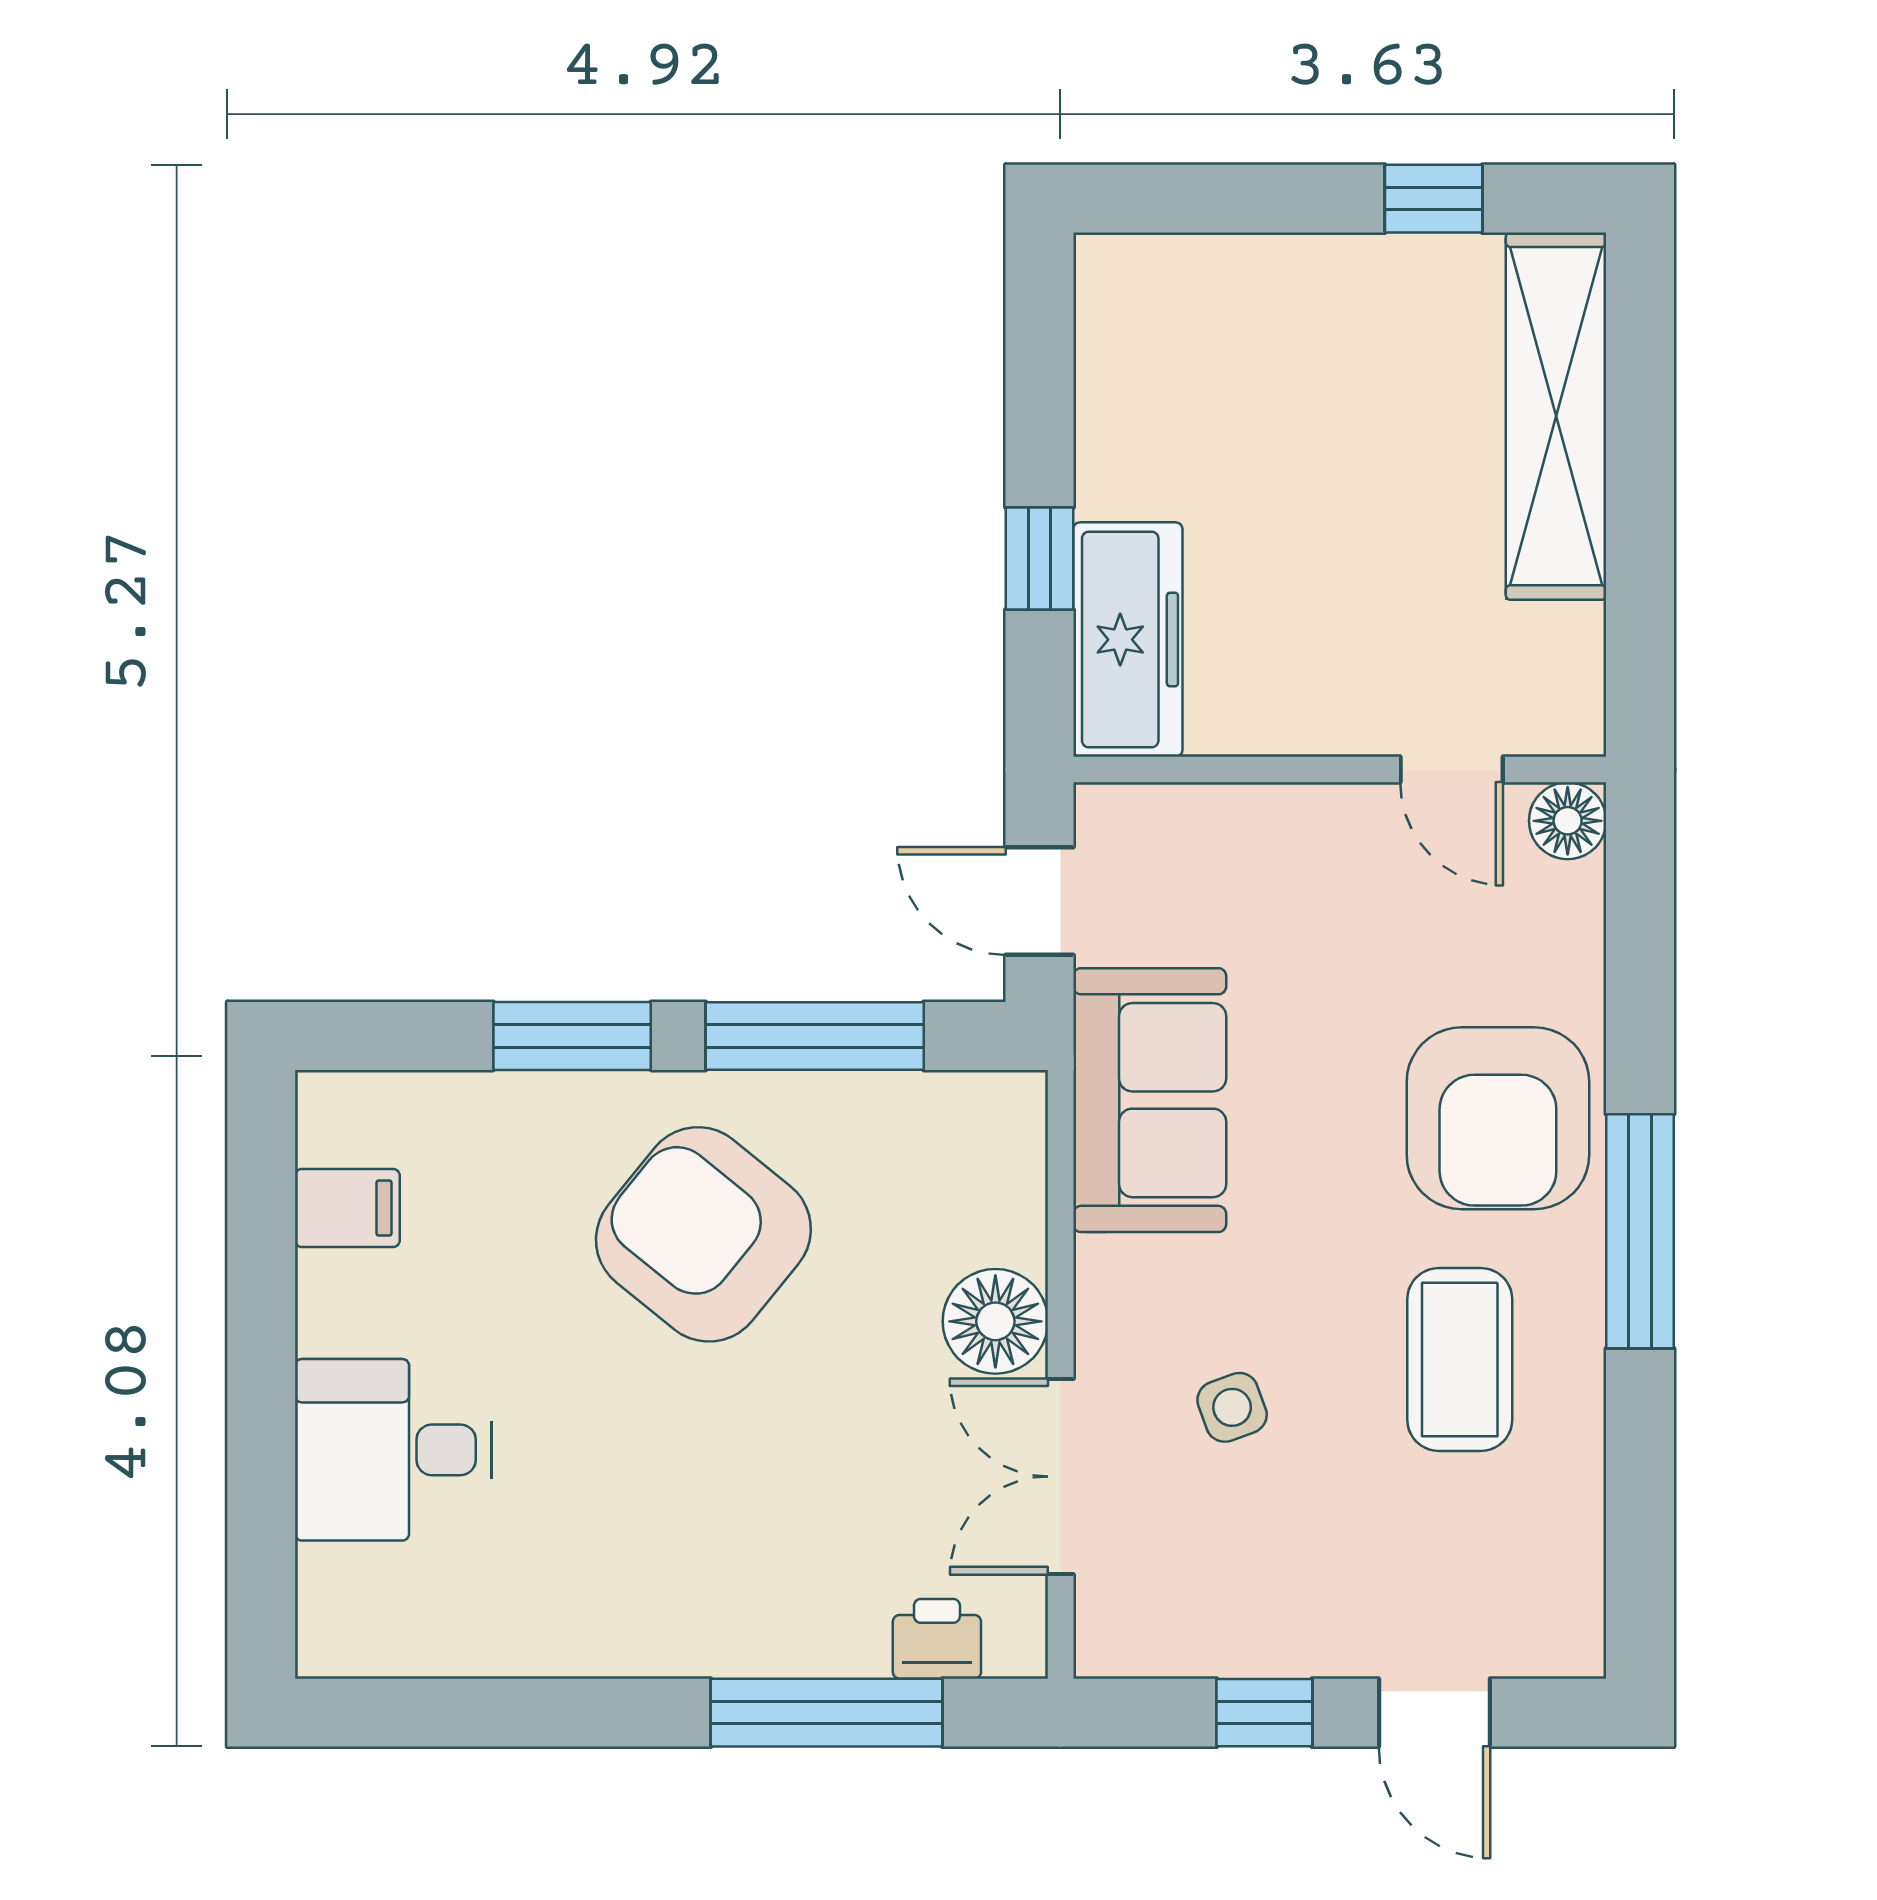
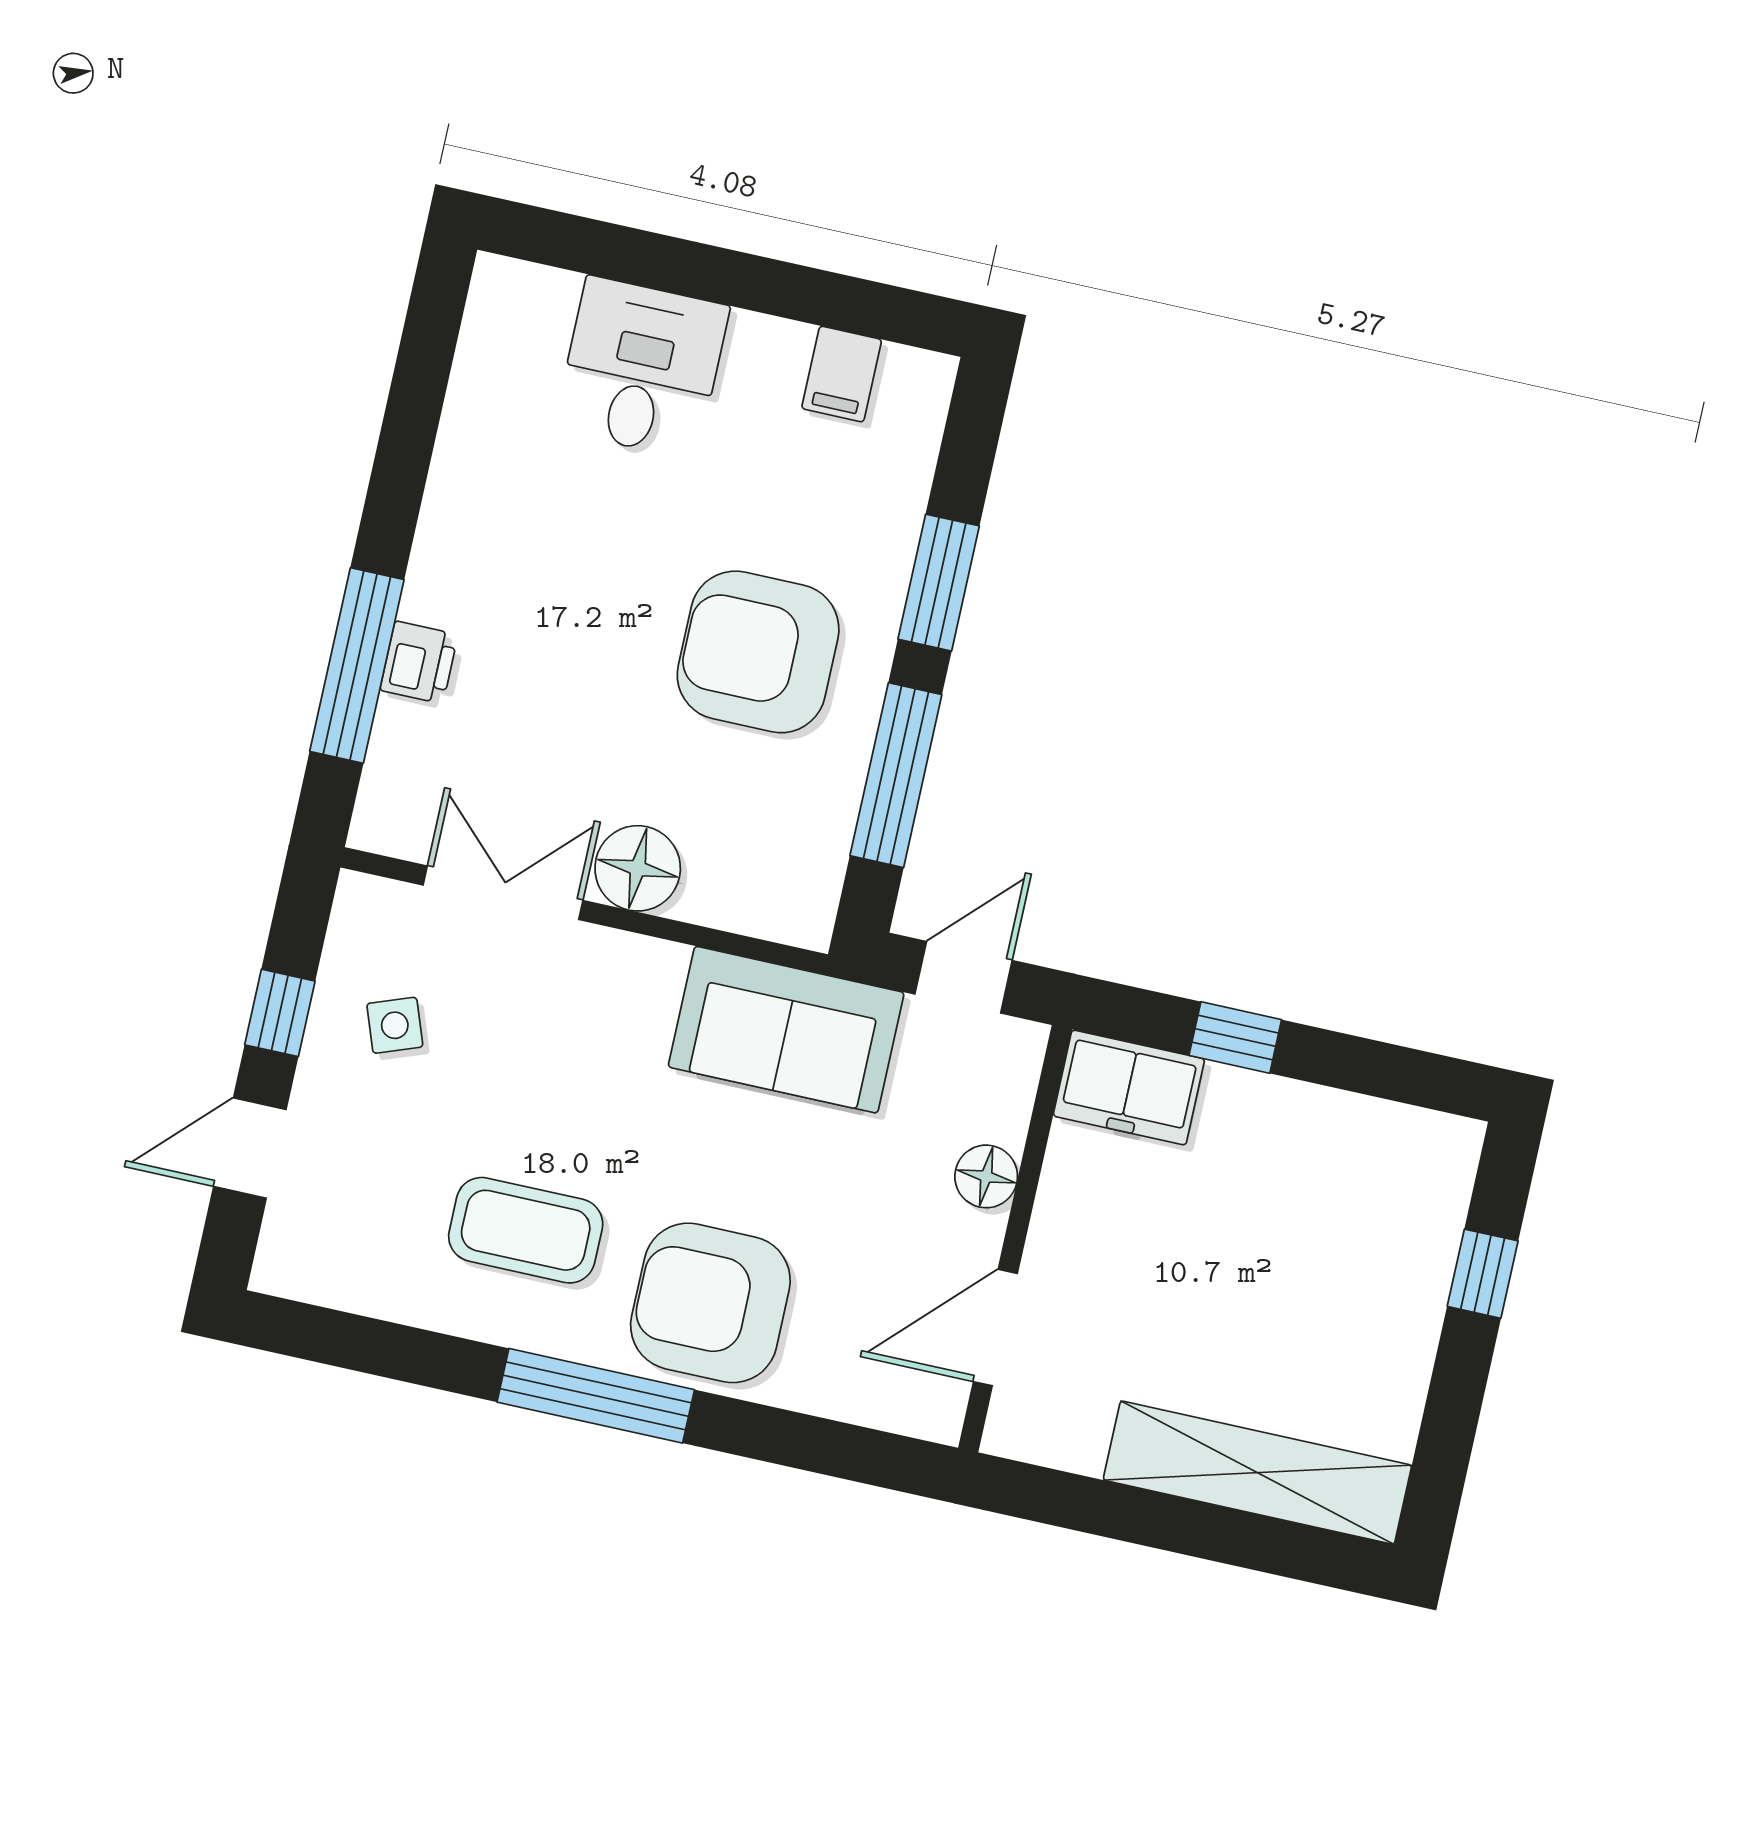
window: (1434, 199) -> (1483, 1274), moved
freezer: (1128, 640) -> (1129, 1087), width x0.71
door: (1452, 770) -> (995, 1328), width x1.38
floor lamp: (1568, 821) -> (986, 1176), moved
armchair: (703, 1234) -> (758, 652), turned -129
side table: (1232, 1407) -> (395, 1025), moved
printer: (937, 1639) -> (419, 662), moved

